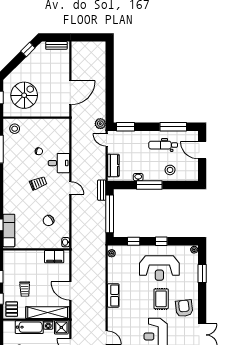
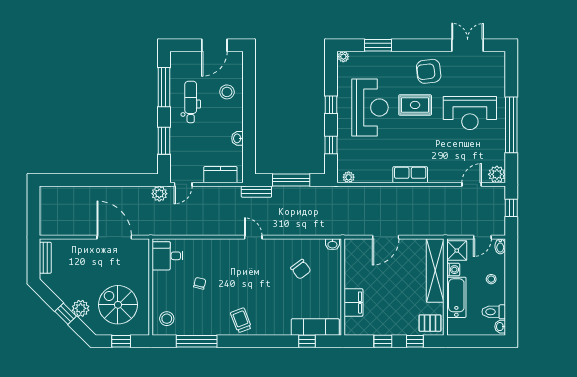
window: (28, 49) -> (66, 314), moved
plant: (22, 70) -> (81, 308), added
window: (125, 127) -> (164, 141), moved
dental chair: (163, 145) -> (191, 102), turned 180
door: (202, 150) -> (214, 45), moved
desk: (59, 163) -> (168, 256), moved, turned -90
trolley: (38, 183) -> (241, 320), moved
window: (149, 185) -> (249, 122), removed
door: (70, 188) -> (253, 237), hinge flipped
window: (110, 214) -> (291, 180), width x0.68
filing cabinet: (54, 257) -> (353, 303), moved
trolley: (25, 289) -> (401, 304), removed
door: (70, 291) -> (386, 237), moved

